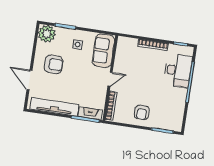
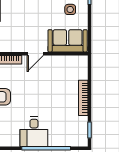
desk: (178, 71) -> (34, 132), moved, width x0.73
door: (110, 79) -> (35, 54), hinge flipped

